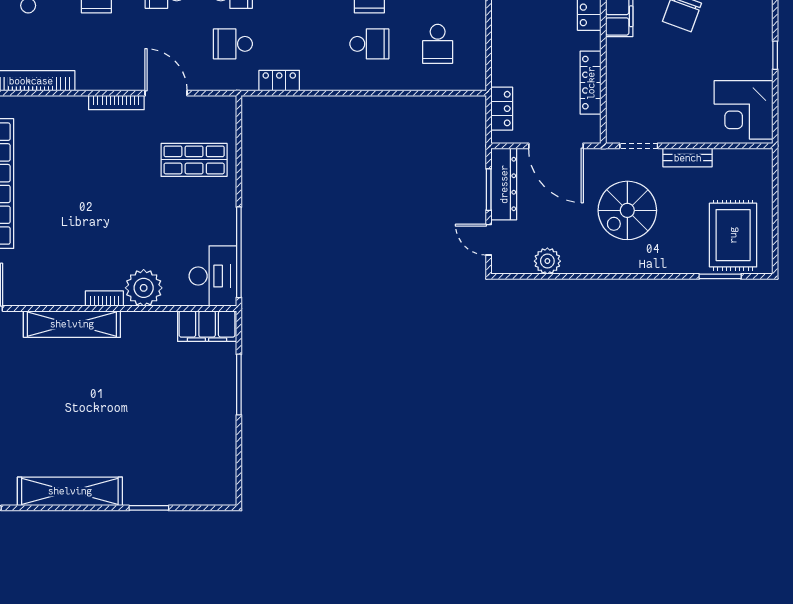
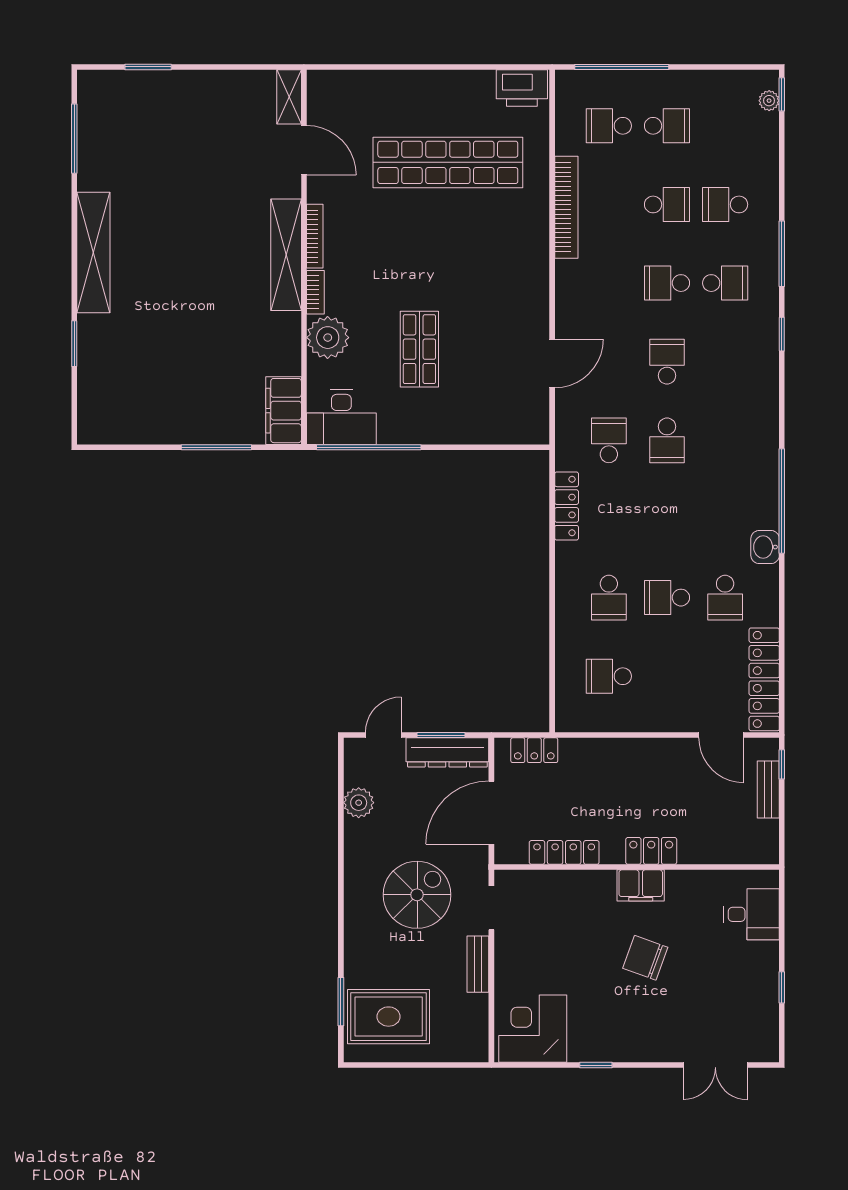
locker: (279, 81) -> (567, 506), width x1.53
bookcase: (116, 103) -> (315, 236), moved, turned 180
shop shelf: (194, 160) -> (419, 349), moved
spiral stairs: (627, 210) -> (417, 895), turned 90

